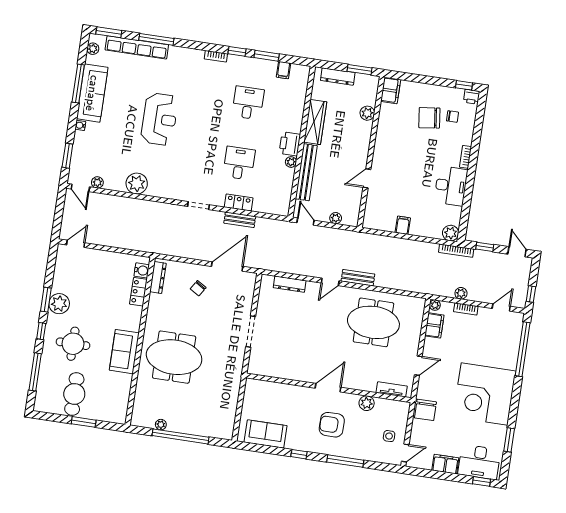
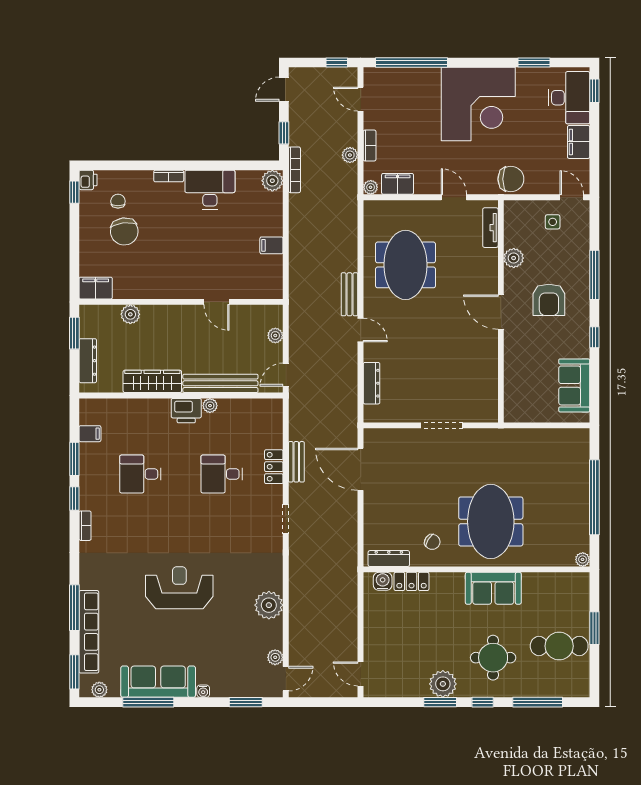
chair: (198, 288) -> (432, 542), moved
plant: (161, 425) -> (583, 559), moved

